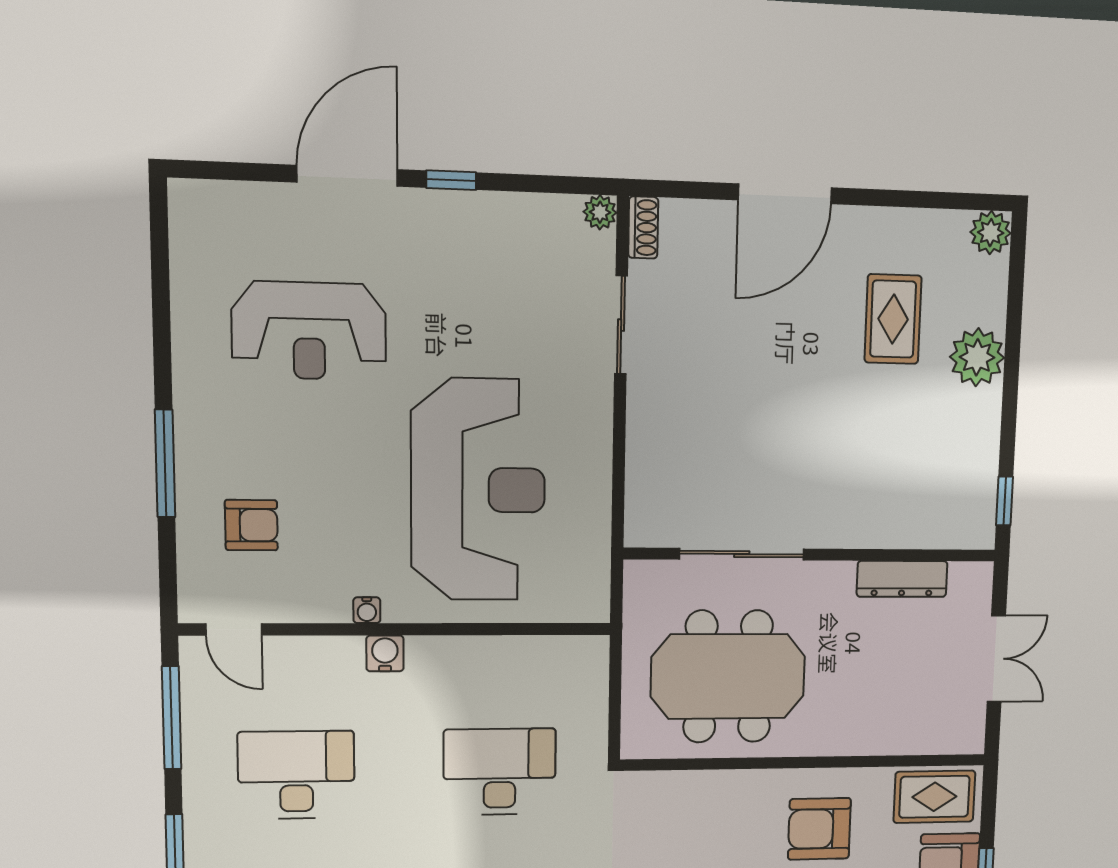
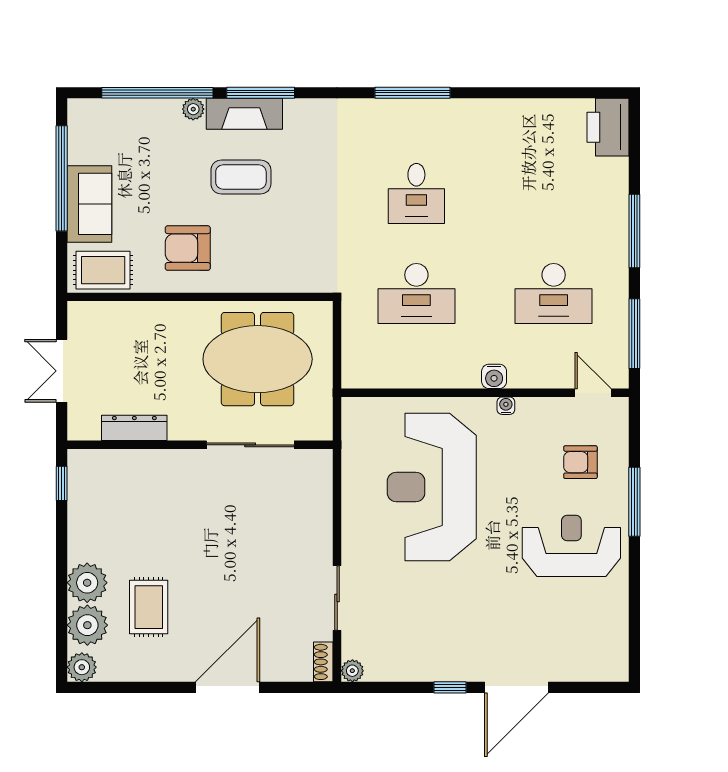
plant: (980, 295) -> (87, 625), added
reception desk: (309, 331) -> (571, 546), moved
armchair: (819, 829) -> (188, 248), turned 180

